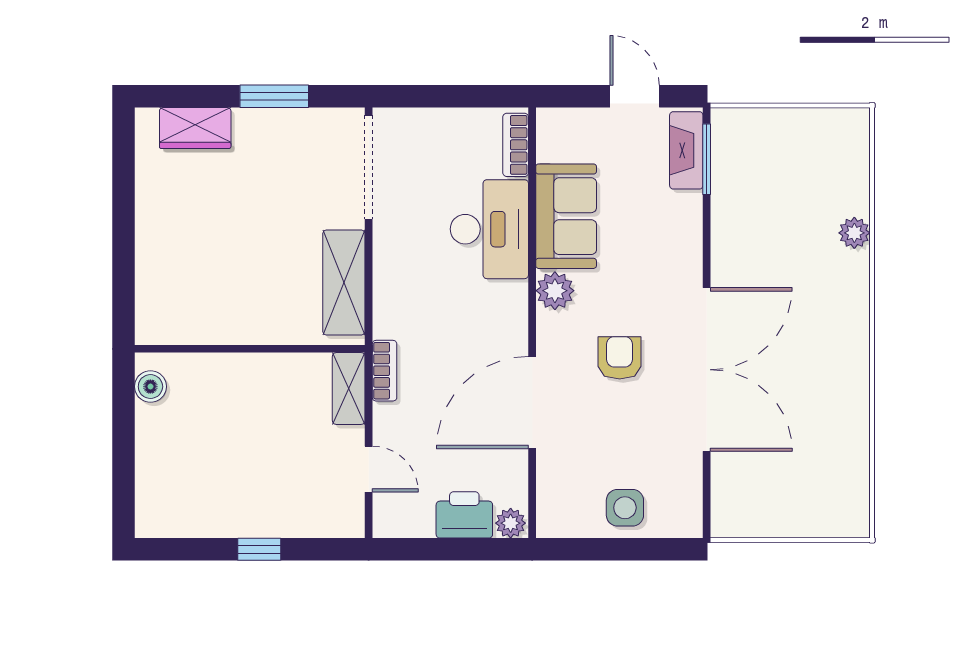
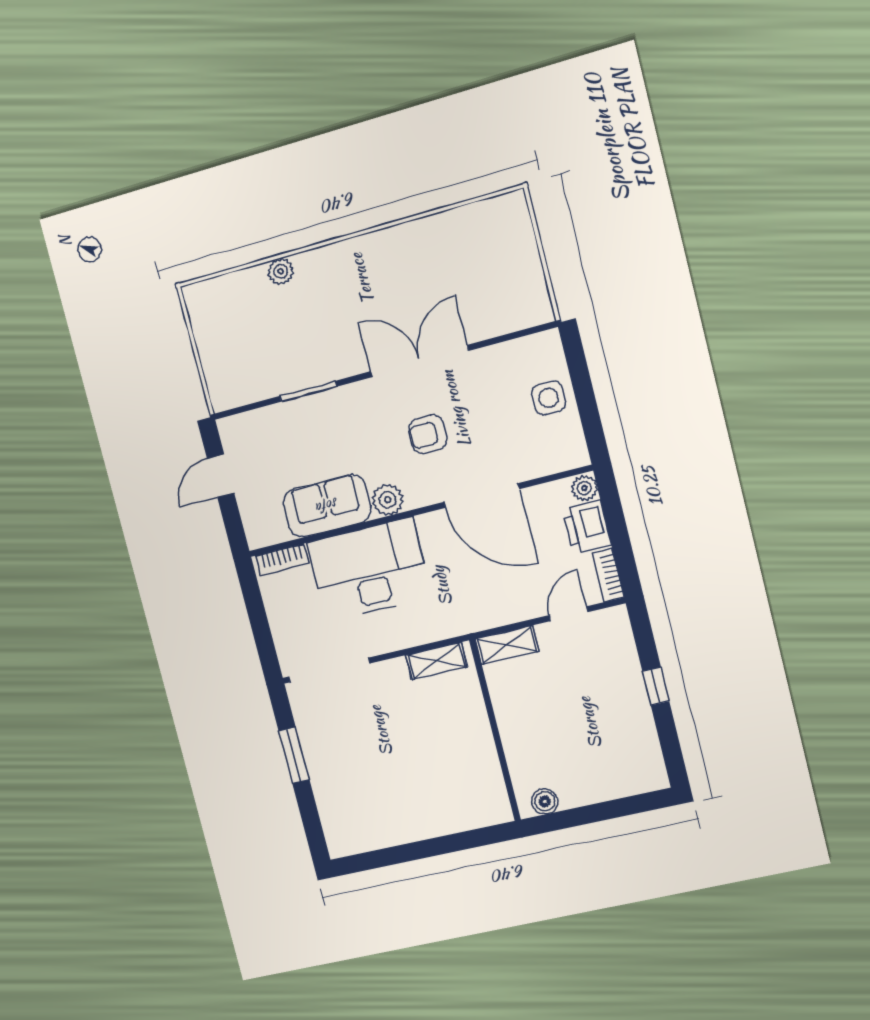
wardrobe: (195, 128) -> (334, 810), removed
fireplace: (686, 150) -> (251, 424), removed
window: (707, 159) -> (308, 391), moved
desk: (489, 229) -> (369, 570), width x1.36, depth x1.30
shelving: (344, 282) -> (437, 661), width x0.67, depth x0.75
double door: (707, 370) -> (419, 361), width x0.73
bookcase: (385, 371) -> (608, 575), moved, turned -90

